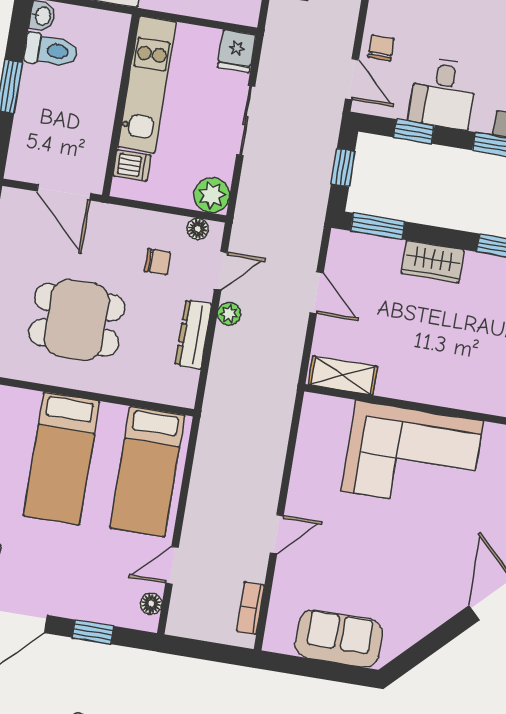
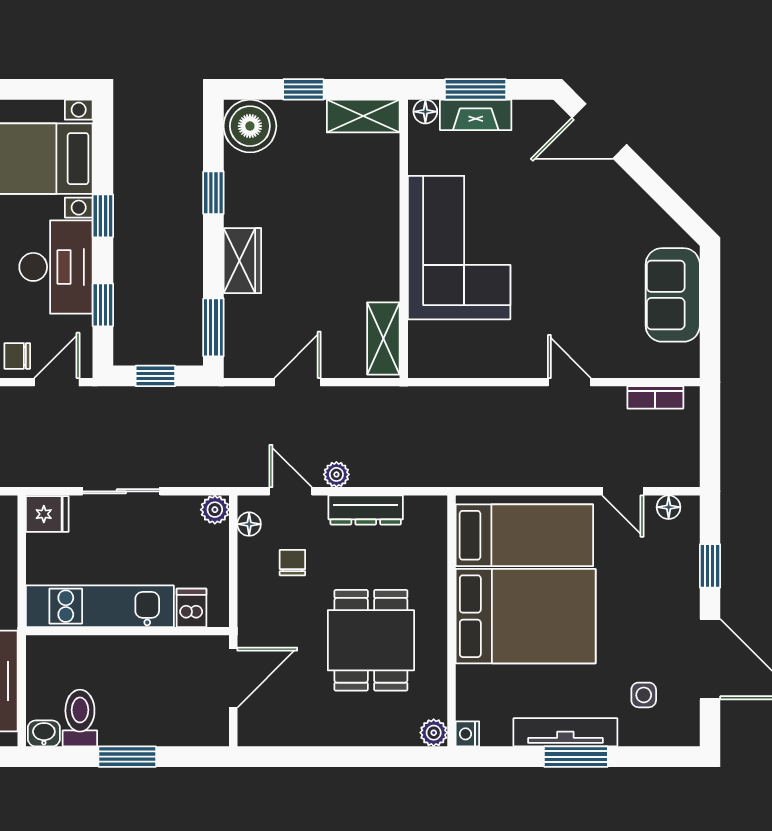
desk: (443, 93) -> (56, 267), width x1.37
plant: (212, 195) -> (215, 510), width x0.73, depth x0.73
bed: (61, 458) -> (526, 616), width x1.50

